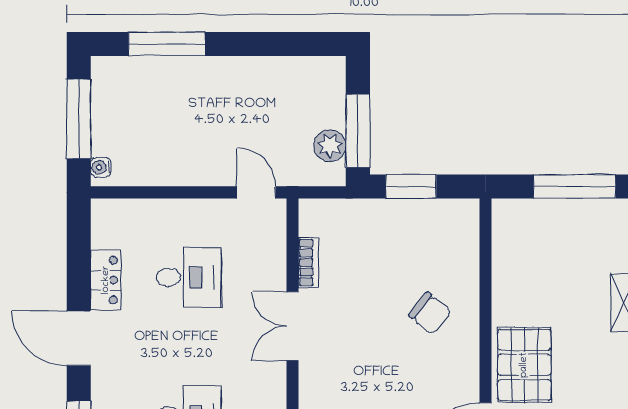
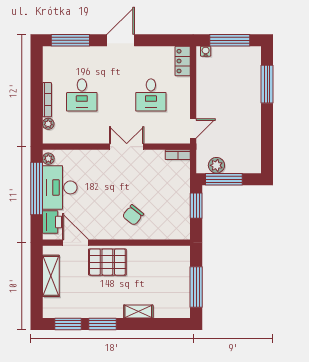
bookcase: (309, 262) -> (178, 155), moved
locker: (106, 280) -> (183, 61), moved, turned 90

